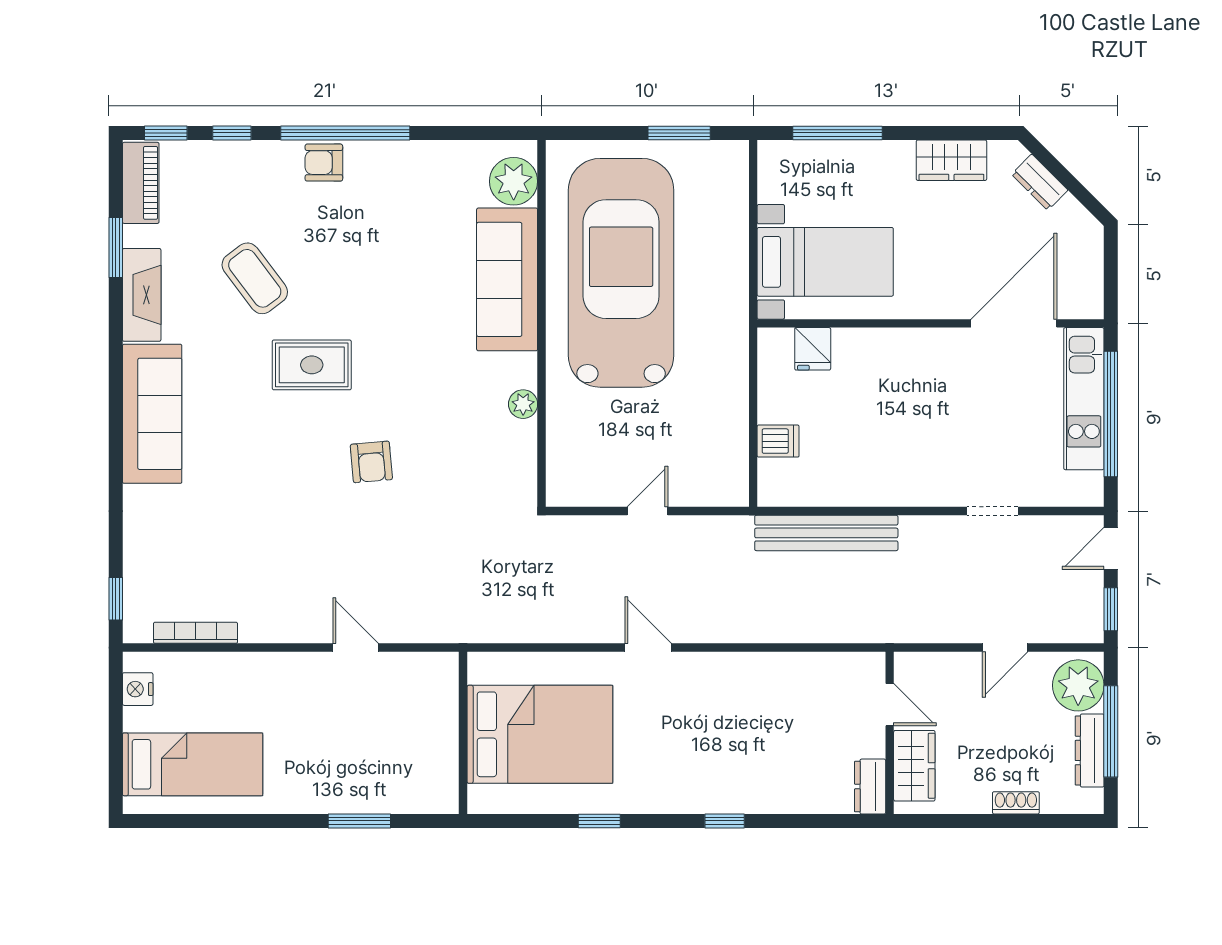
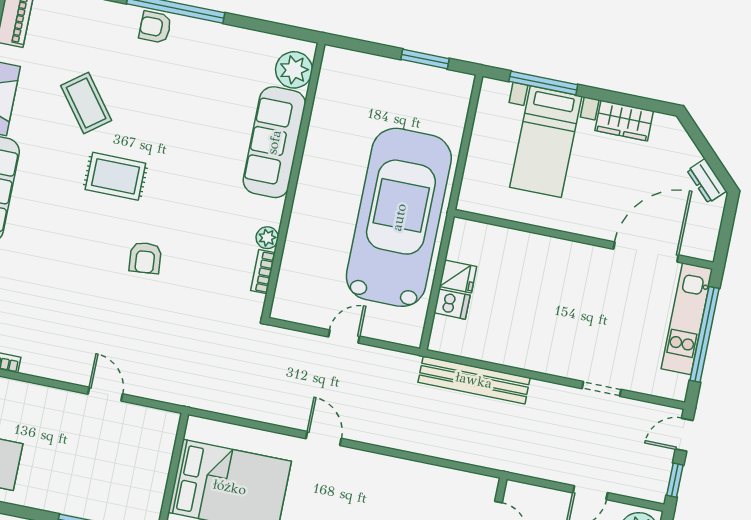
dresser: (1040, 182) -> (707, 181), moved
bed with nightstands: (825, 262) -> (546, 142), moved, turned 90
car: (621, 273) -> (399, 217), moved
fridge: (813, 349) -> (458, 277), moved, turned -90
bookcase: (526, 449) -> (263, 272), added

